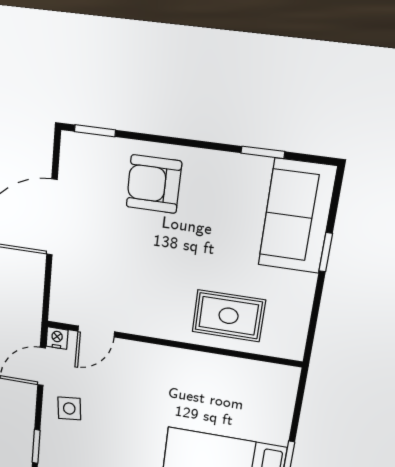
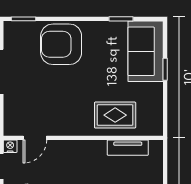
armchair: (154, 184) -> (61, 44), width x1.36, depth x1.36
tv unit: (242, 370) -> (128, 148), added

